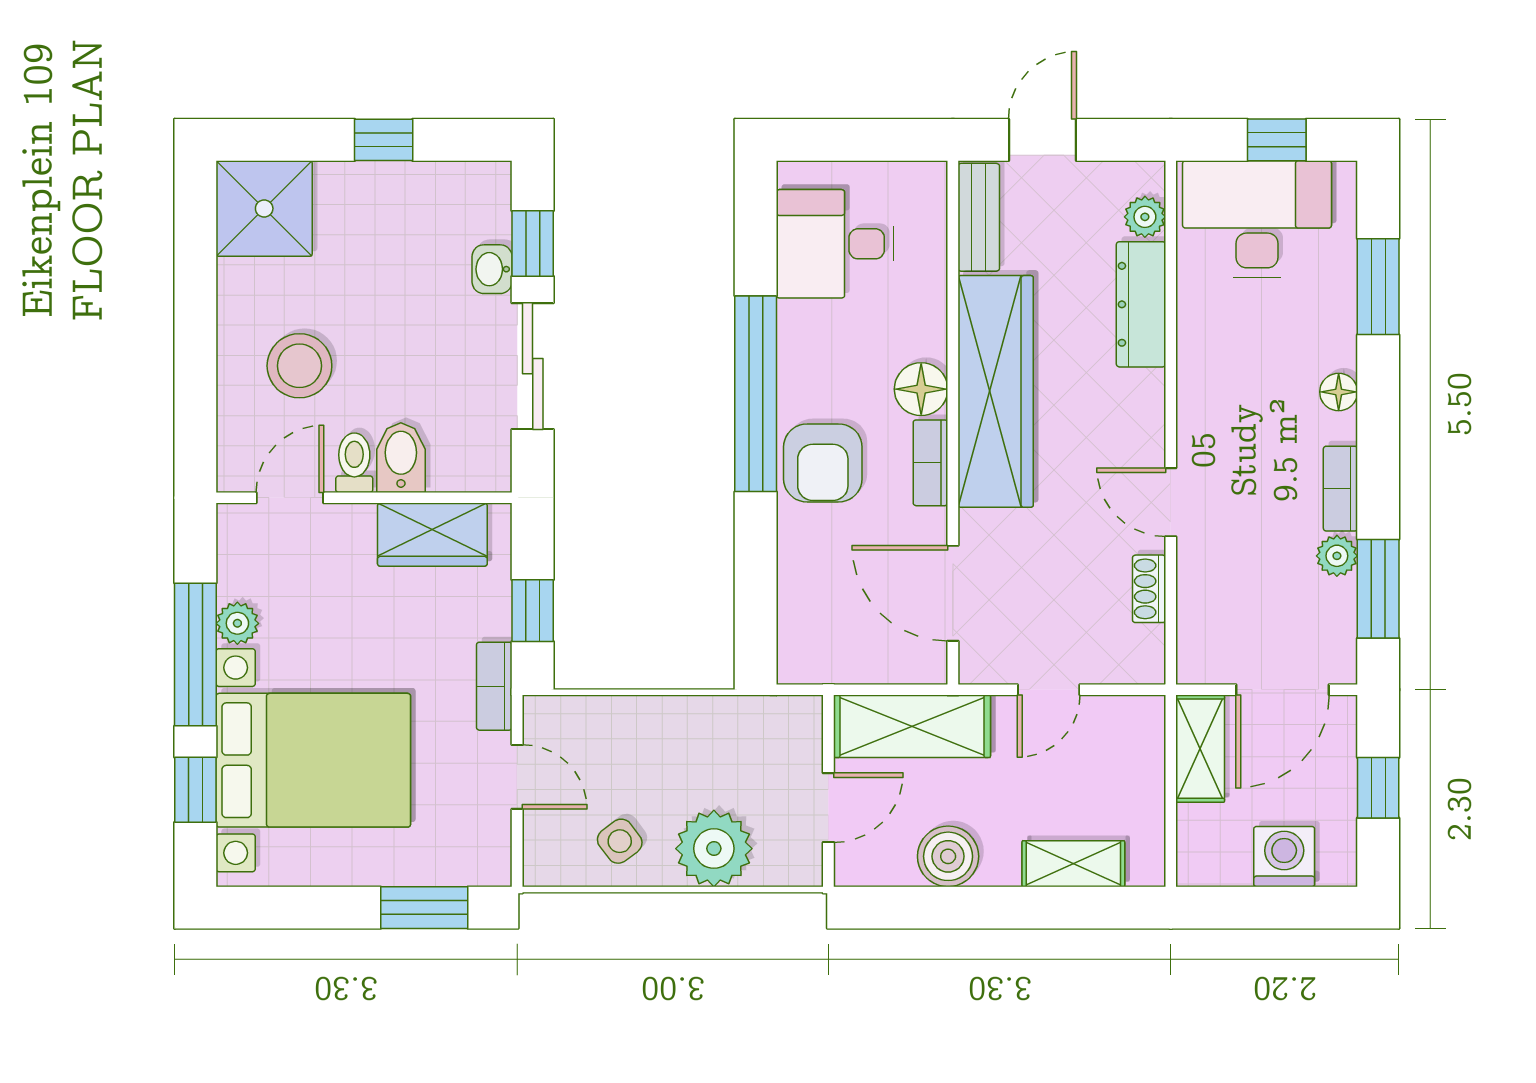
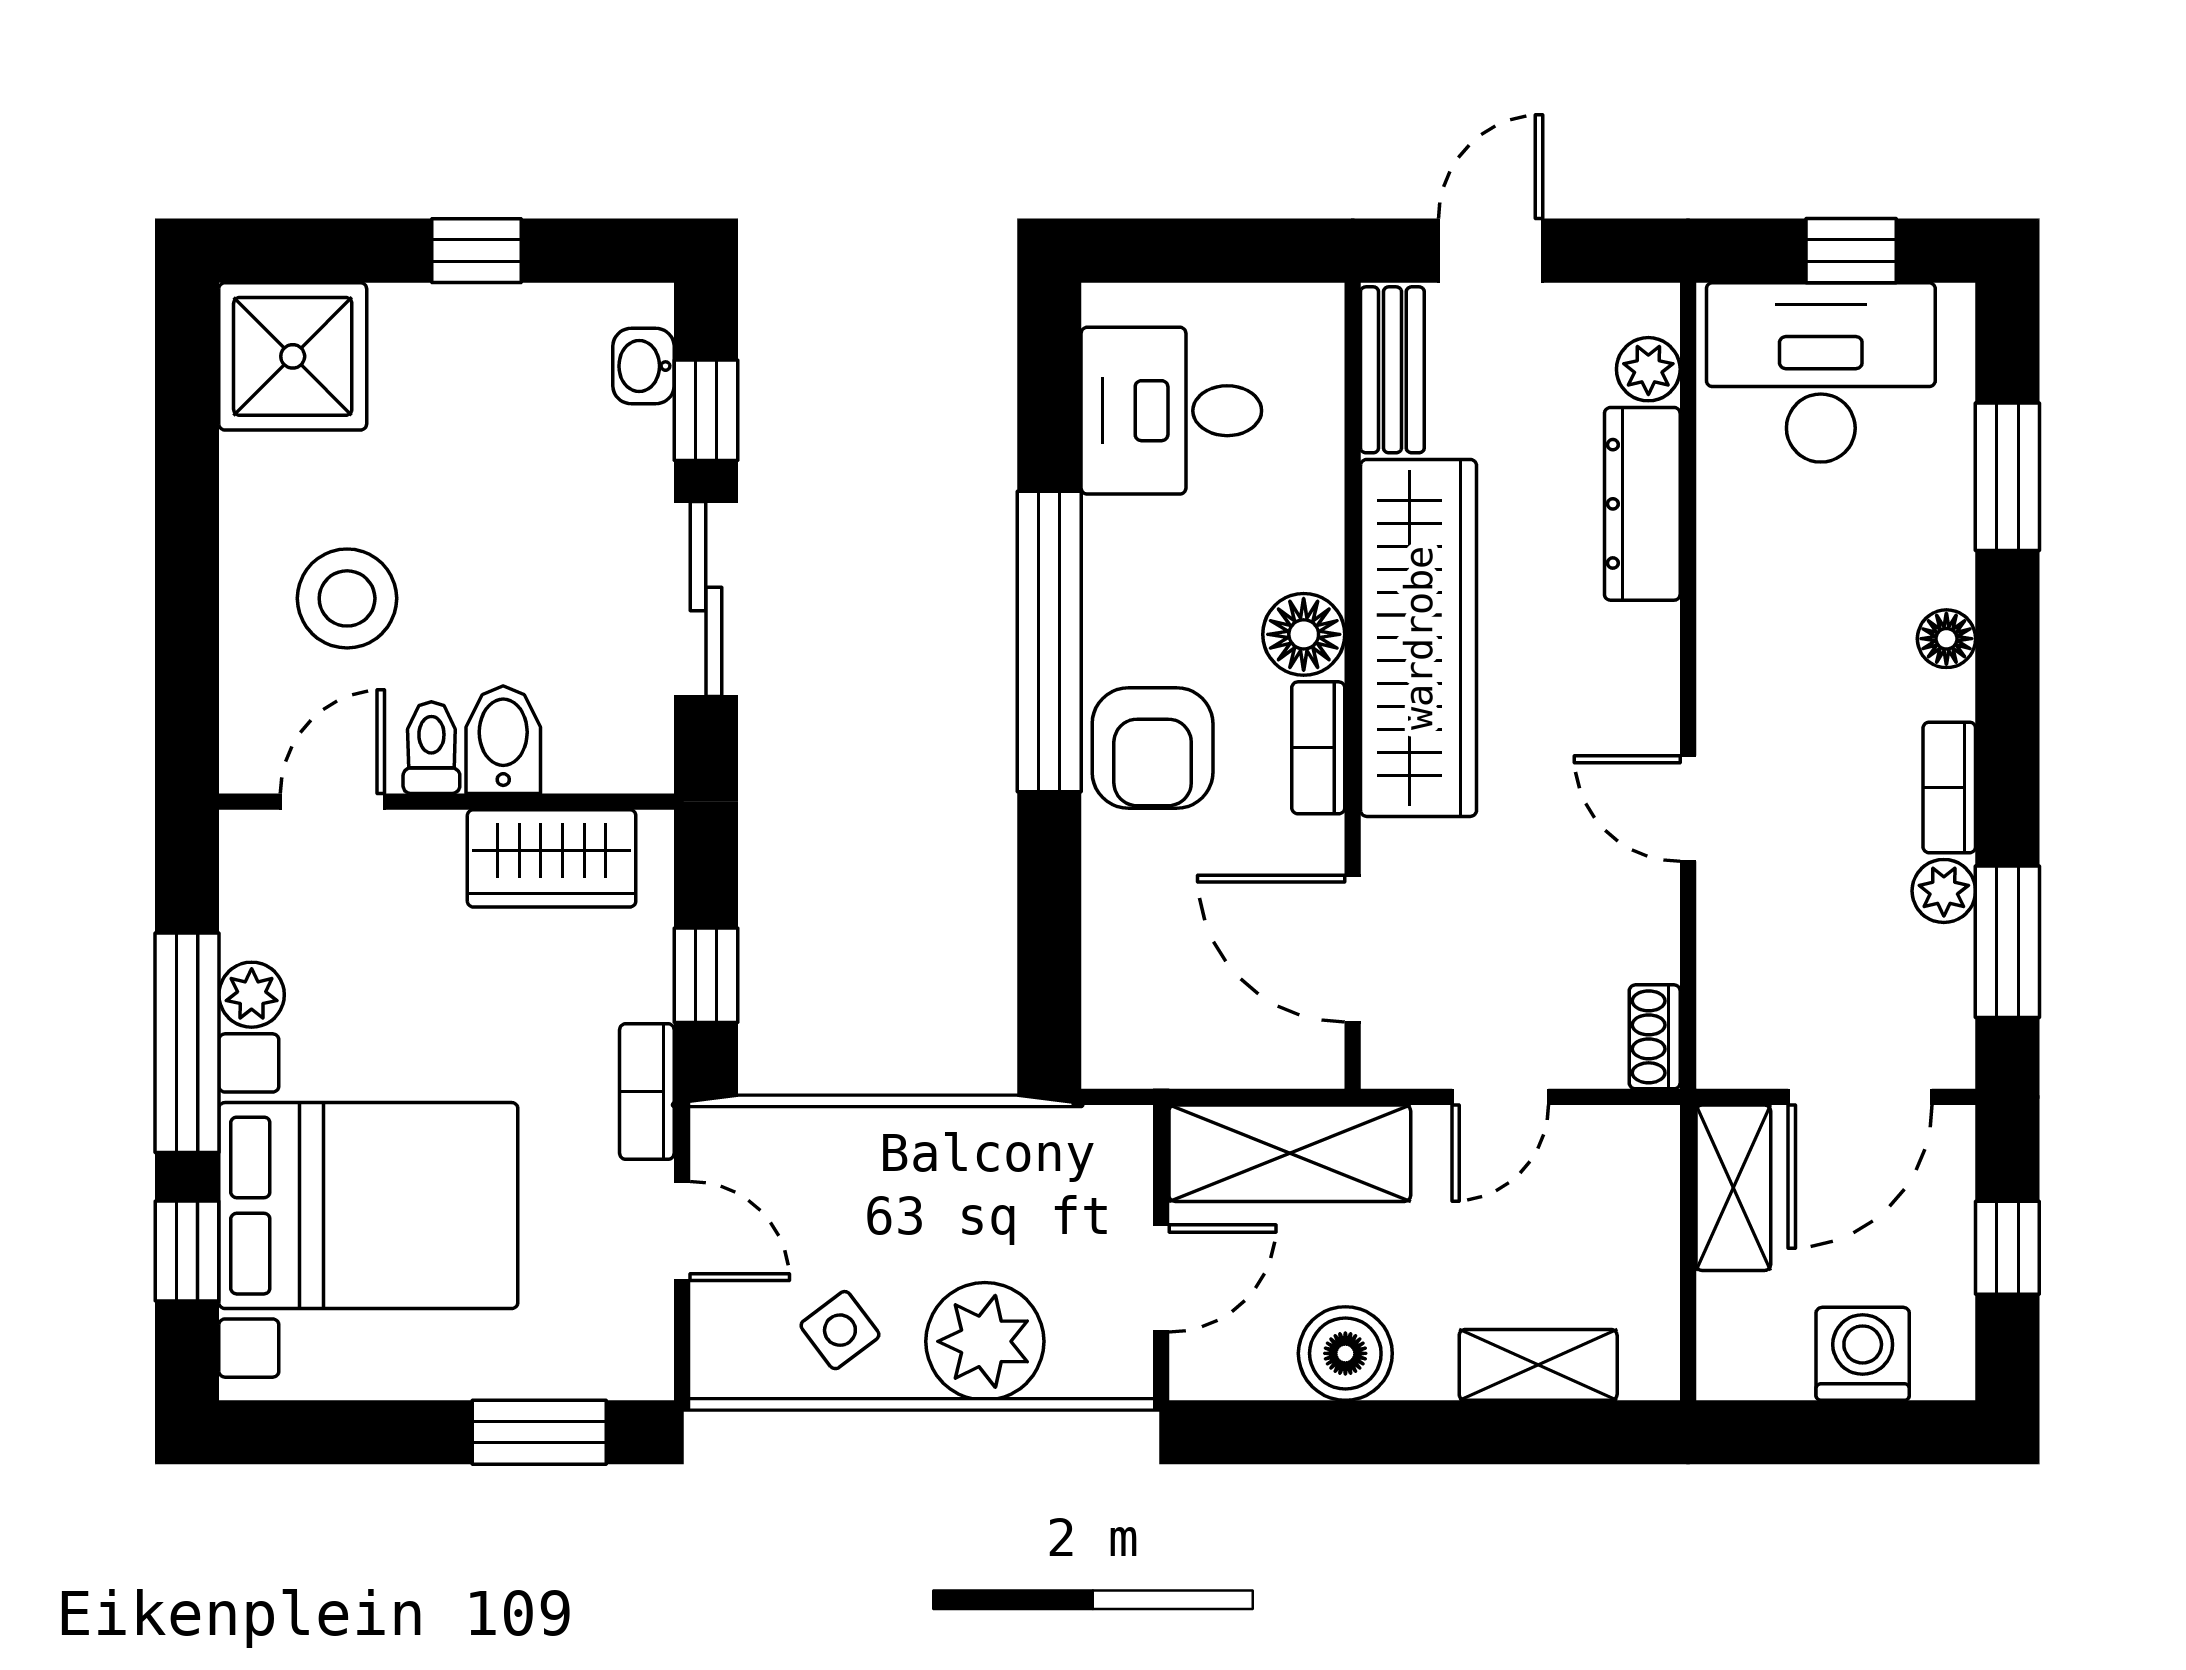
washbasin: (492, 269) -> (643, 366), moved
shoe rack: (1149, 589) -> (1655, 1037), moved

